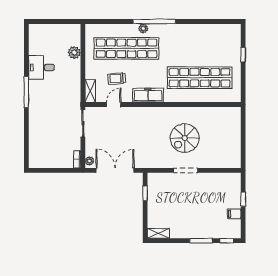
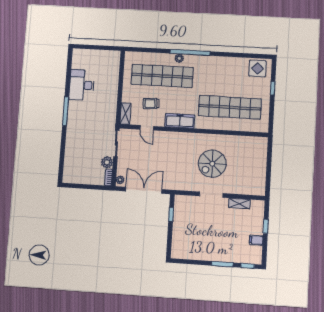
display table: (226, 35) -> (257, 69), added
plant: (74, 53) -> (107, 162), moved
desk: (41, 67) -> (82, 85), width x1.37
door: (114, 105) -> (147, 128), swing flipped
shelving: (158, 233) -> (239, 203), moved

